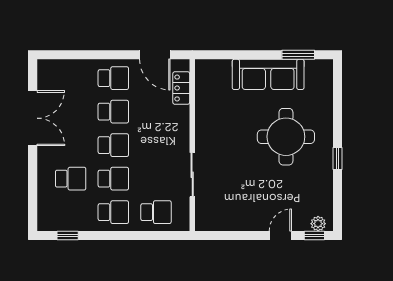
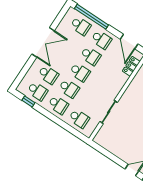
window: (77, 55) -> (91, 17), added
school desk: (71, 78) -> (81, 26), added
double door: (33, 118) -> (43, 42), moved
school desk: (71, 212) -> (37, 91), added

